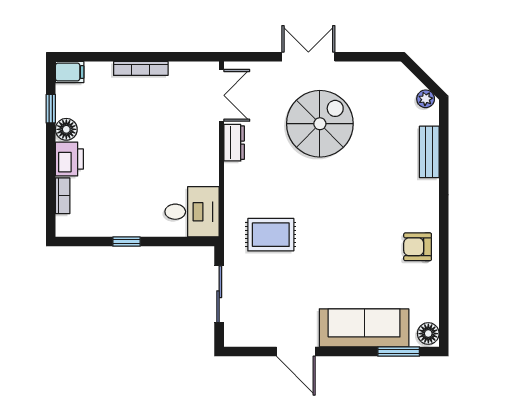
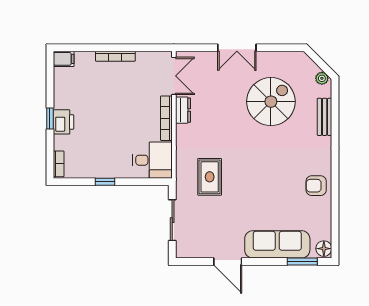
double door: (308, 57) -> (237, 48), swing flipped
window: (51, 109) -> (50, 119), moved
spiral stairs: (320, 124) -> (271, 102), moved
floor lamp: (66, 129) -> (61, 100), removed
bookcase: (211, 154) -> (166, 118), added
bookcase: (63, 196) -> (59, 164), moved
rug: (271, 235) -> (210, 177), turned 90

